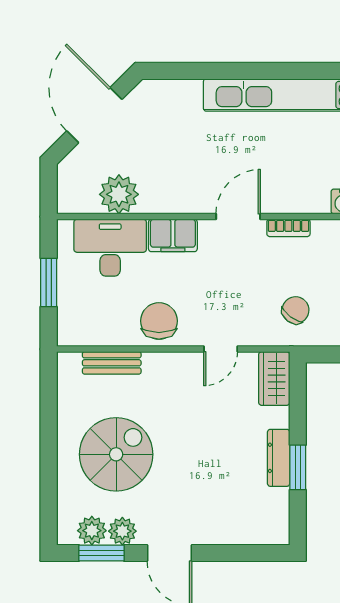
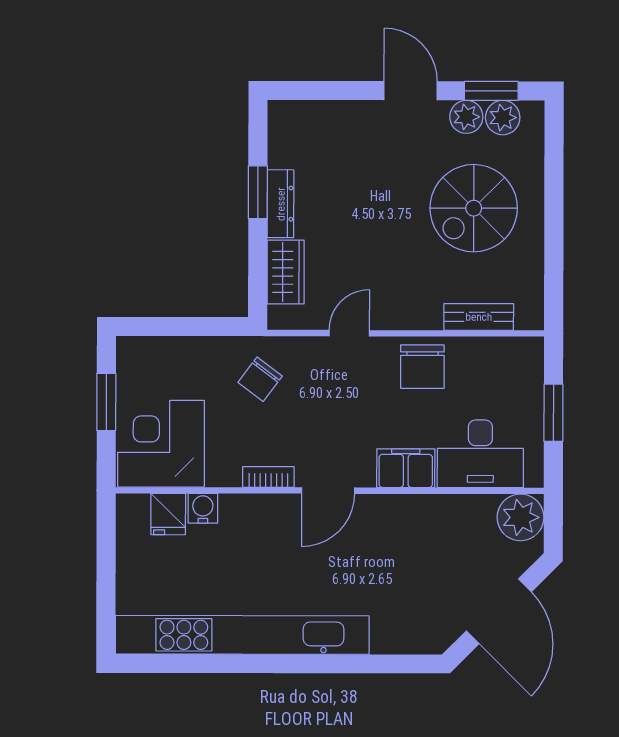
plant: (119, 194) -> (520, 517), moved
wardrobe: (274, 378) -> (286, 272), moved

